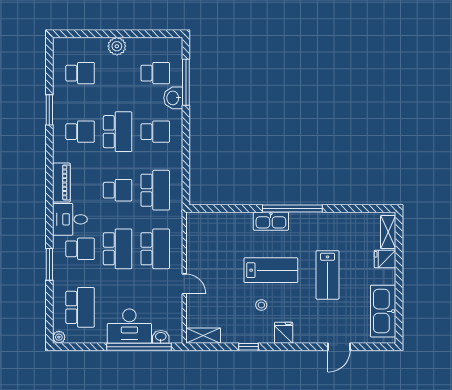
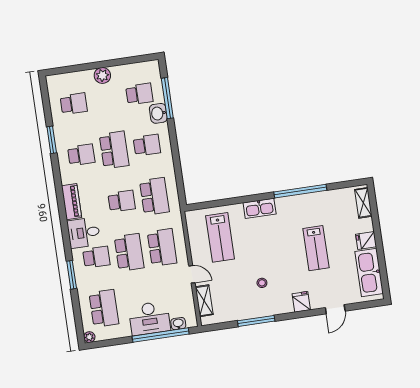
window: (292, 209) -> (300, 191), moved
fridge: (385, 259) -> (366, 241), moved
lab bench: (271, 270) -> (220, 237), moved, turned 90
fridge: (284, 333) -> (301, 302), moved
shelving: (203, 336) -> (204, 301), moved, turned 90
window: (249, 347) -> (256, 321), width x2.17

